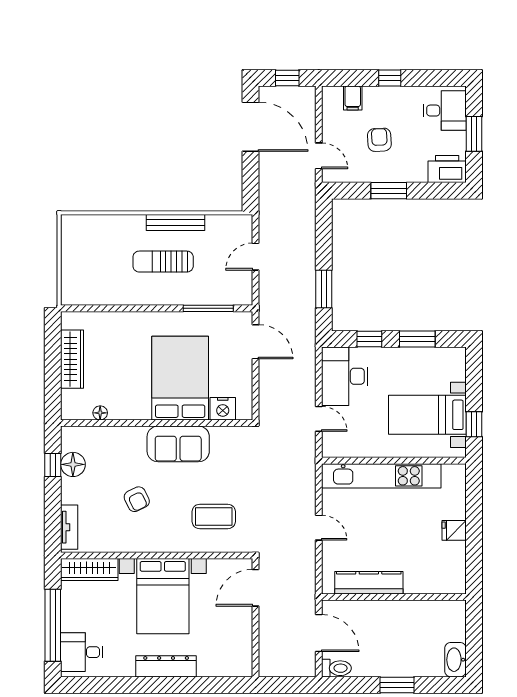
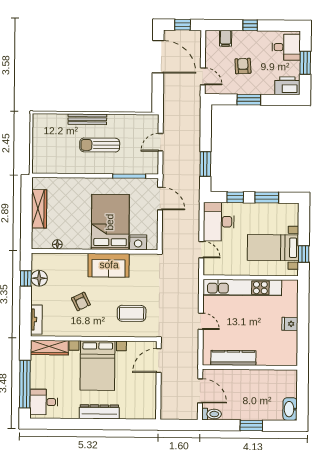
bench: (175, 223) -> (87, 119), moved

